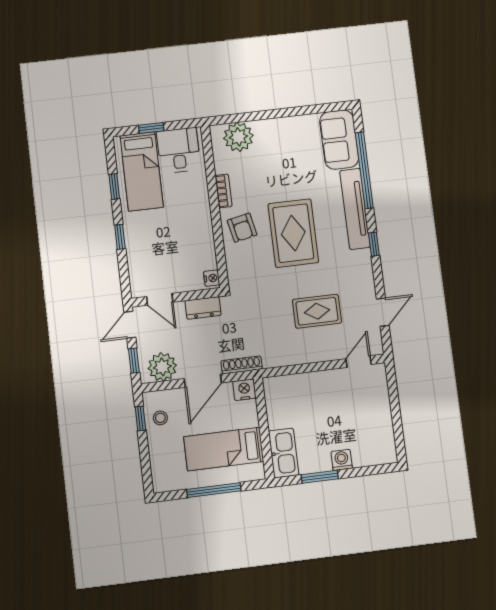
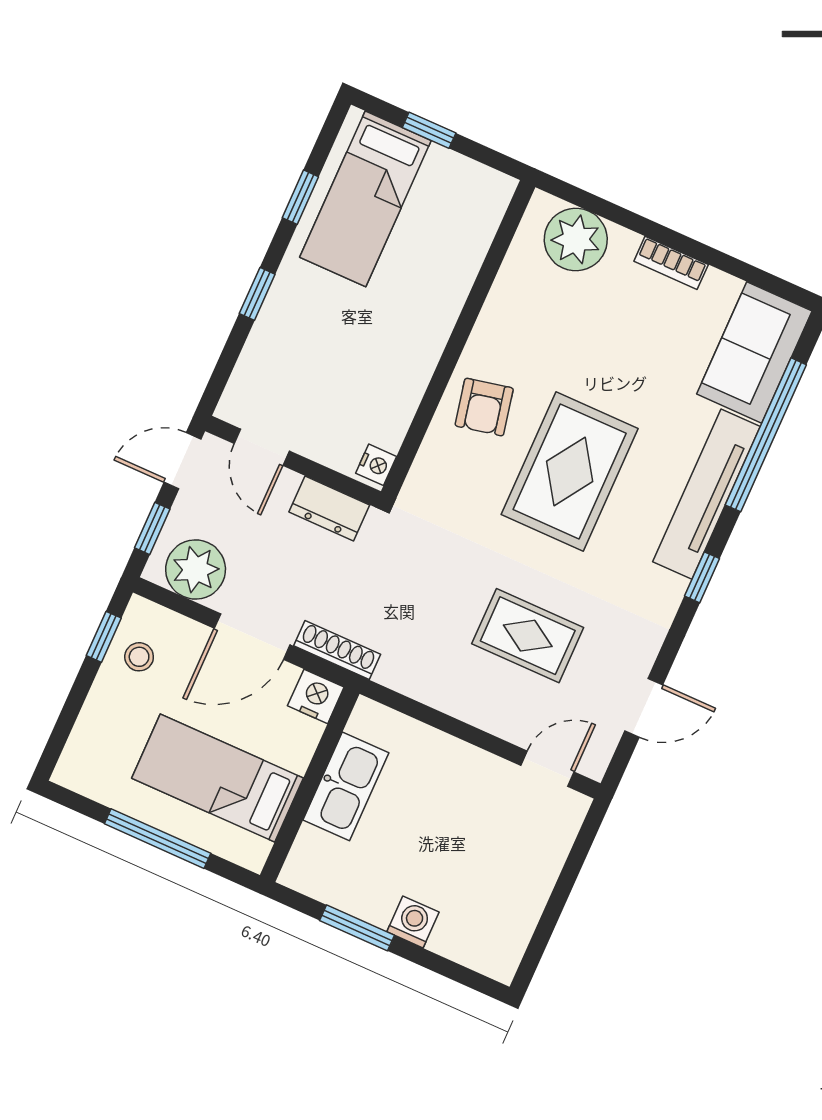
desk: (179, 150) -> (454, 200), removed
bookcase: (224, 191) -> (671, 263), moved, turned 90
kitchen sink: (284, 453) -> (346, 786), moved

